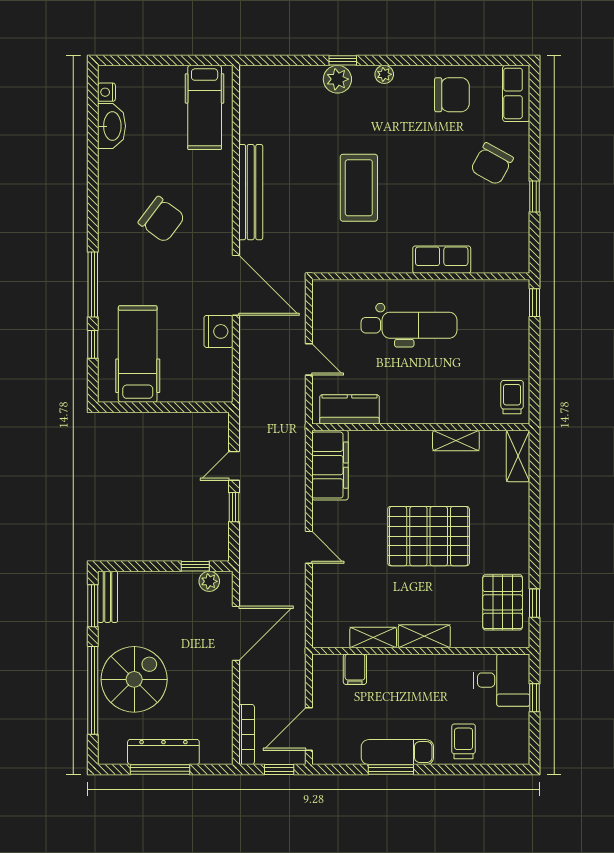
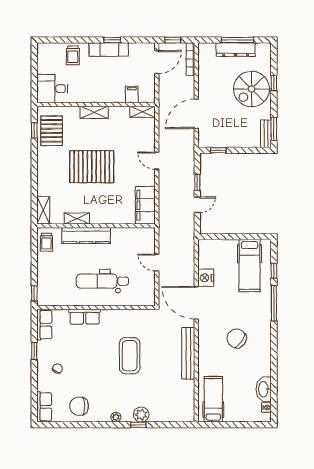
chair: (492, 164) -> (57, 369), width x0.54, depth x0.54
row of seats: (516, 245) -> (44, 325), added
kitchen counter: (350, 409) -> (86, 235), moved, width x1.50
plant: (209, 581) -> (211, 142), removed
shelving: (373, 638) -> (142, 112), moved
window: (93, 690) -> (274, 83), width x0.32
window: (535, 698) -> (34, 79), removed
window: (391, 770) -> (112, 40), width x0.67

